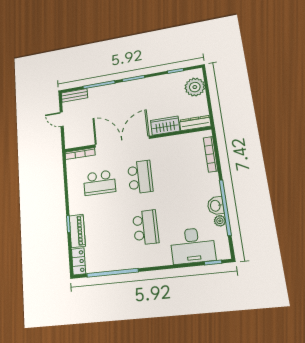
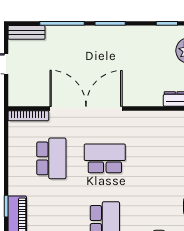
wardrobe: (165, 126) -> (144, 96), removed
school desk: (140, 177) -> (105, 158), turned -90
school desk: (99, 183) -> (51, 158), turned -90

